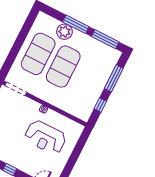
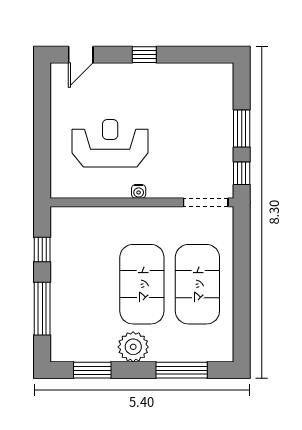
window: (76, 24) -> (182, 370), moved
plant: (64, 32) -> (133, 347), moved
window: (105, 39) -> (92, 370), width x0.69

